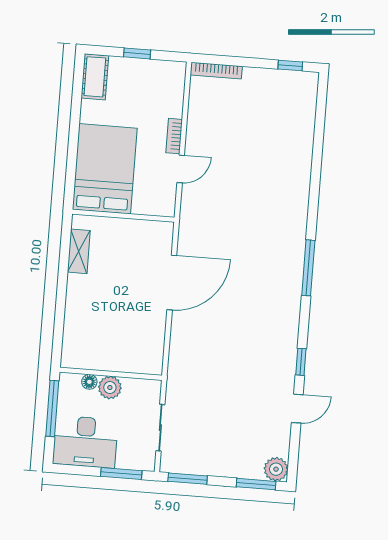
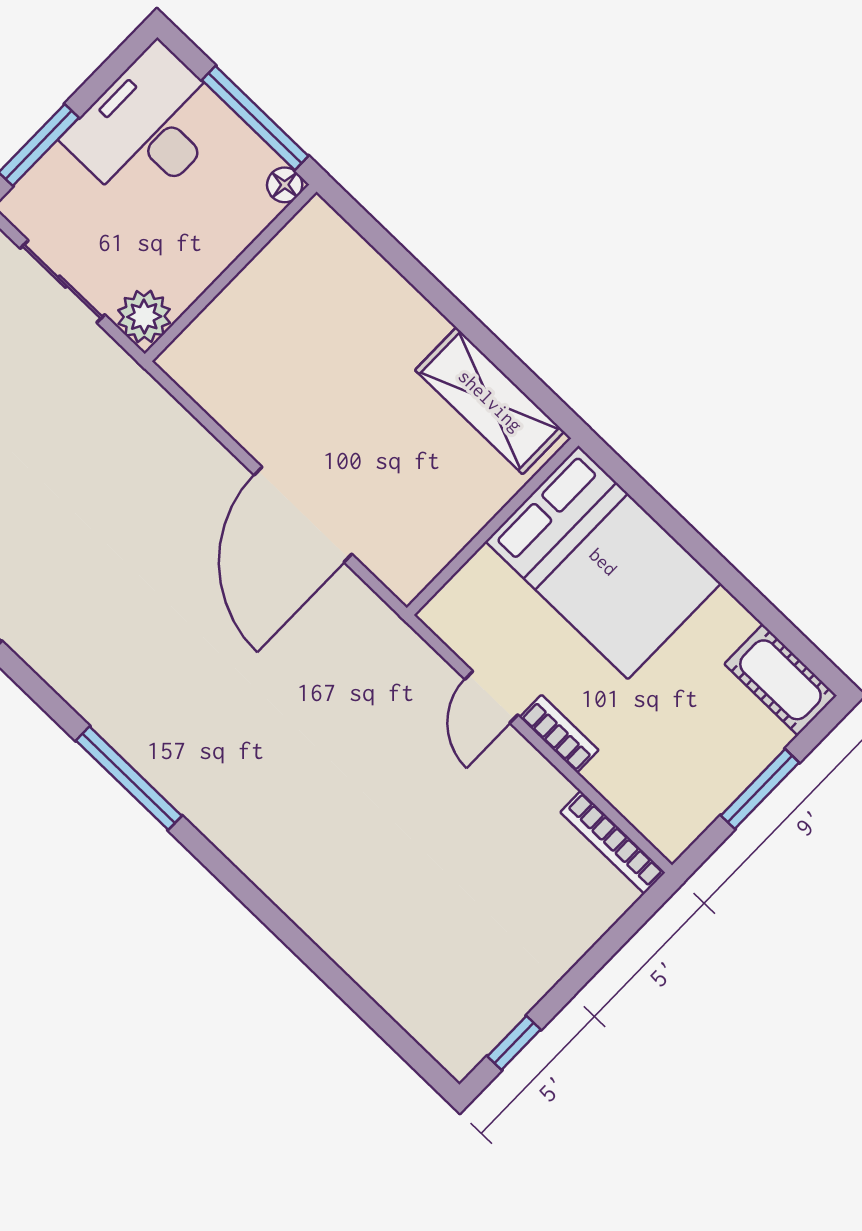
window: (137, 53) -> (760, 789), width x1.50
bookcase: (216, 71) -> (613, 842), moved, turned -90
shelving: (79, 251) -> (490, 401), width x1.50, depth x1.33
floor lamp: (89, 382) -> (285, 185), moved
plant: (110, 387) -> (144, 317), moved

